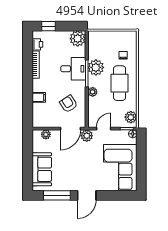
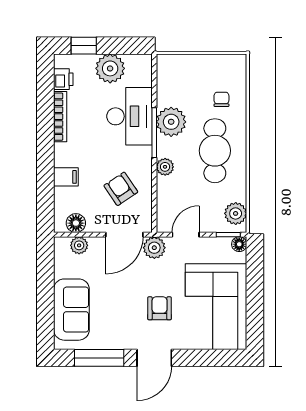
plant: (78, 39) -> (110, 68), moved
desk: (73, 69) -> (130, 116), width x1.37
floor lamp: (44, 122) -> (76, 223), added
armchair: (90, 169) -> (160, 308), added

